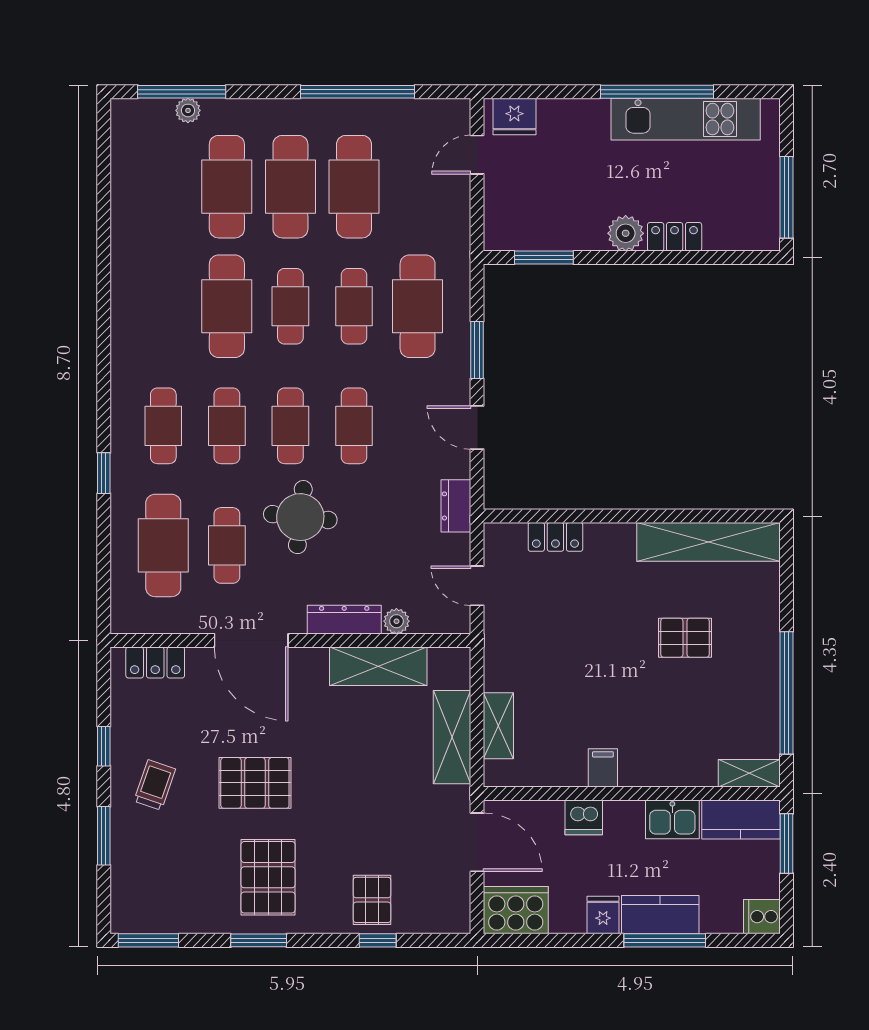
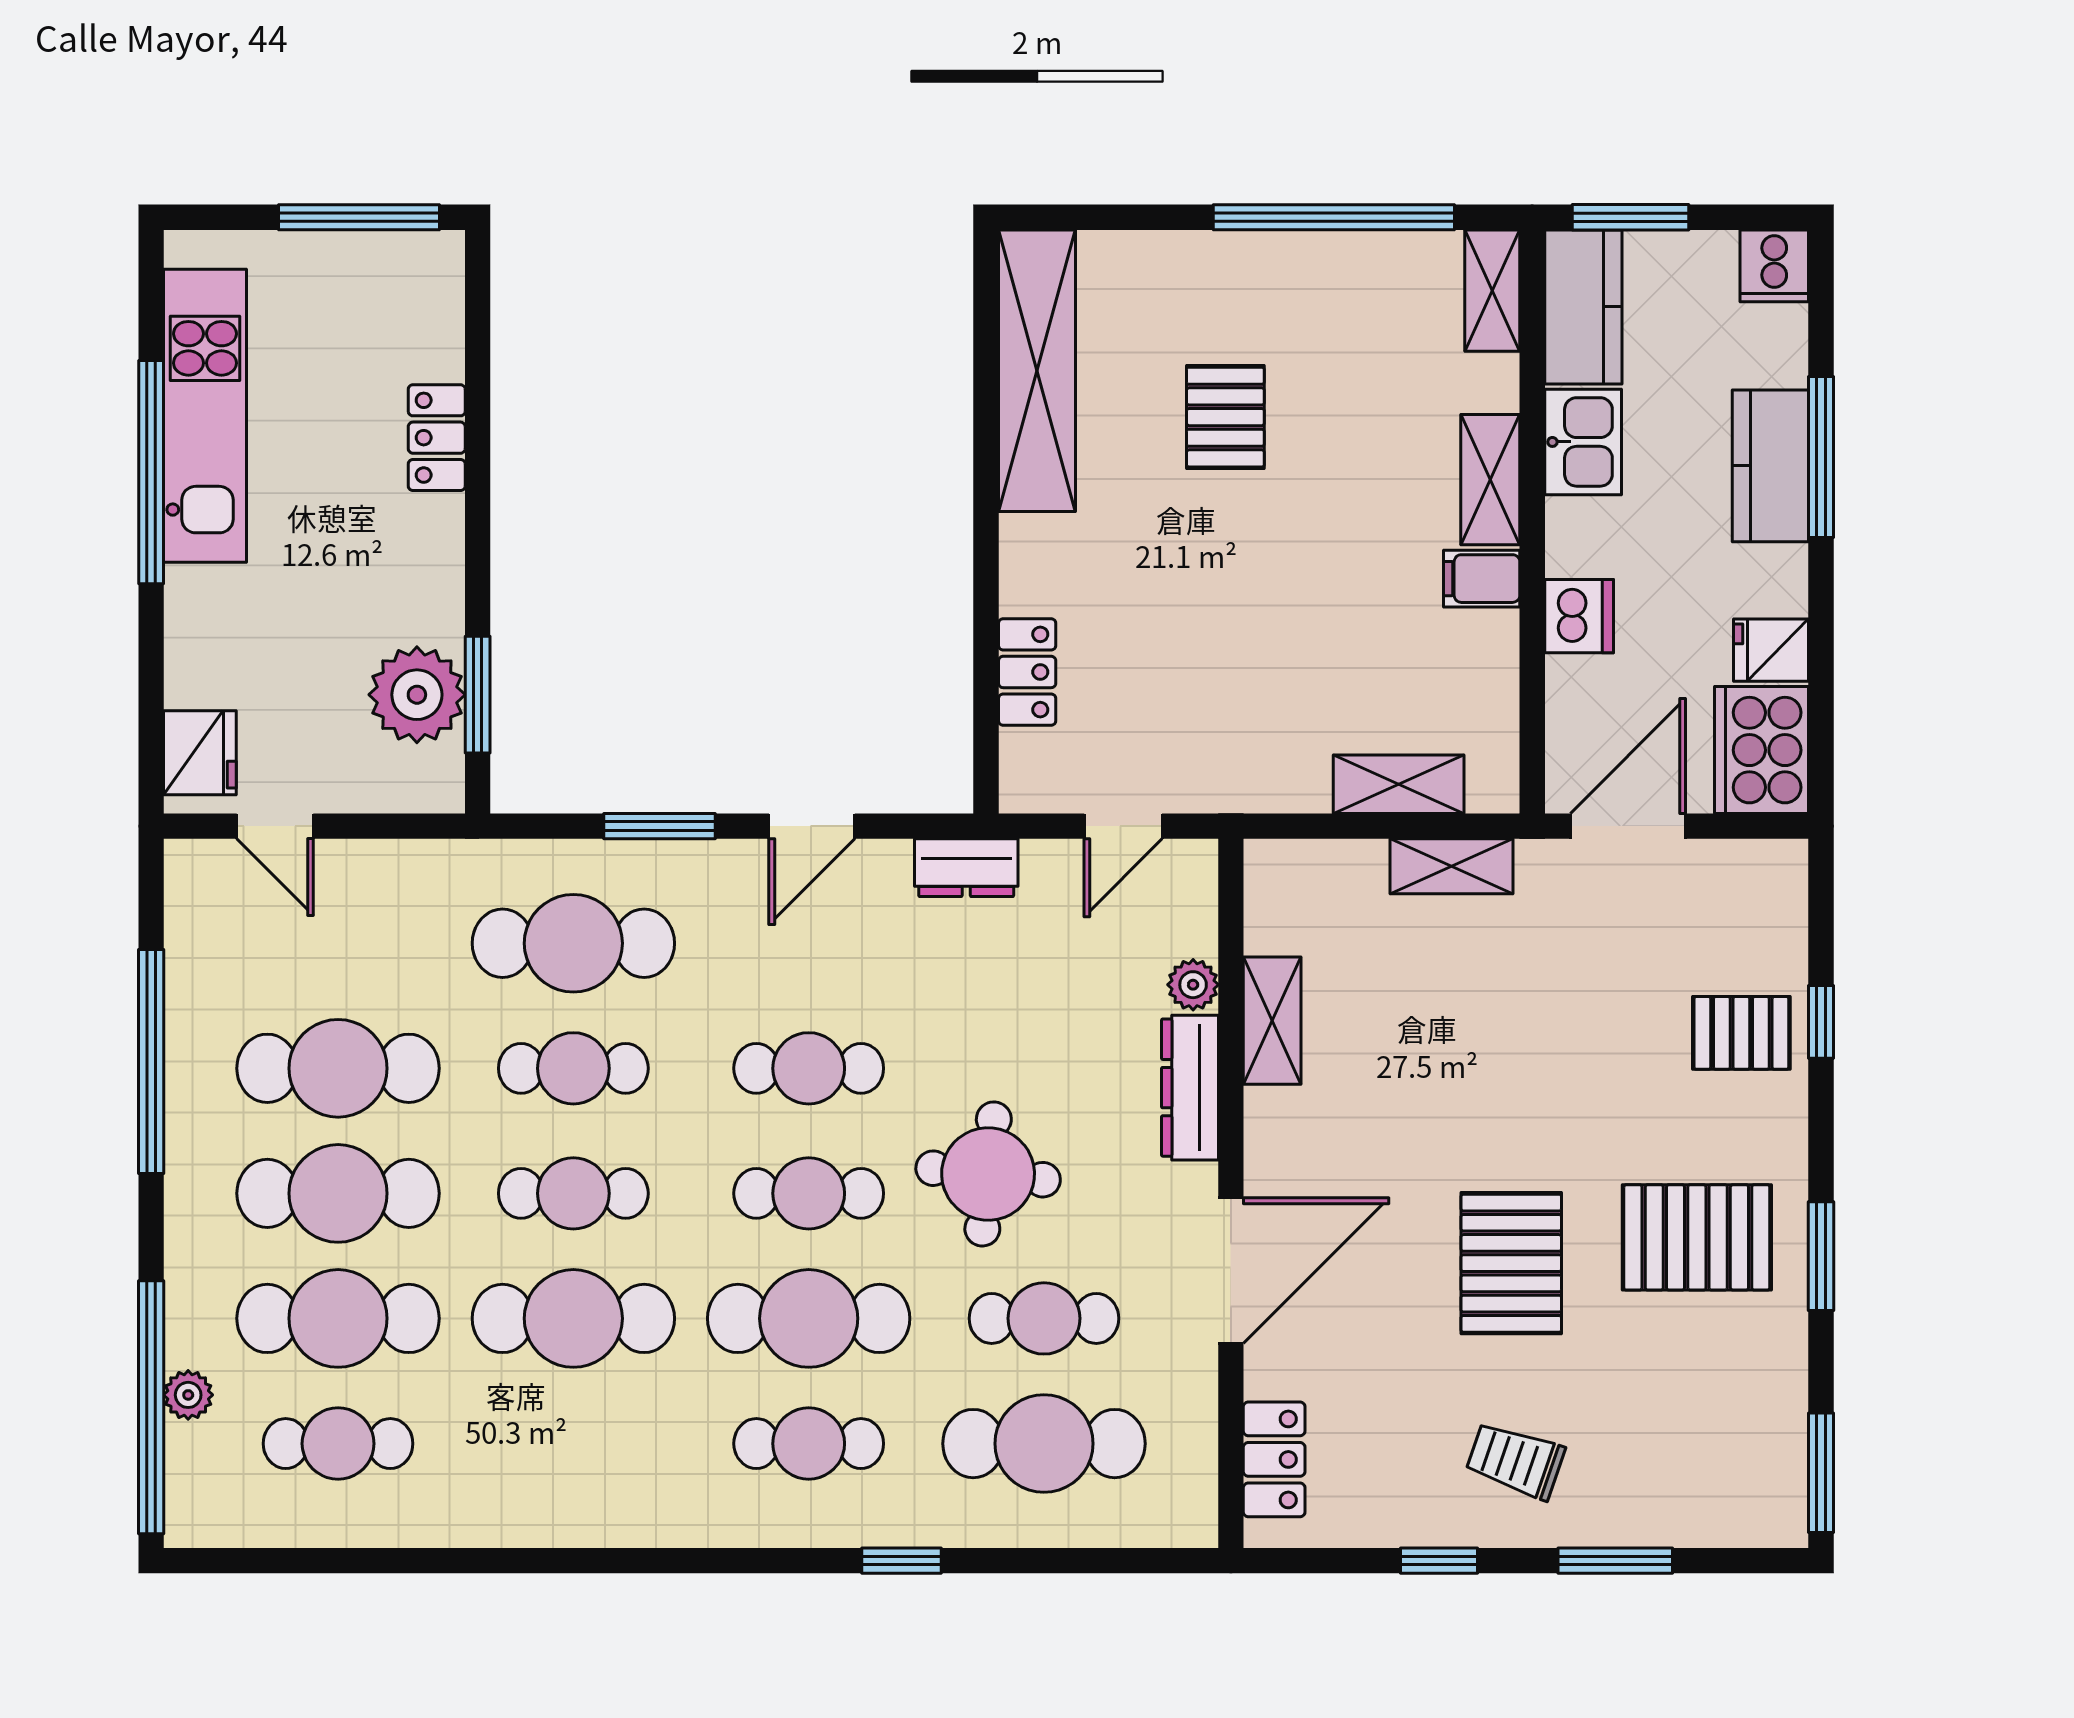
window: (182, 92) -> (151, 1407), width x1.46
cafe table: (163, 187) -> (338, 1444), added
plant: (626, 233) -> (417, 695), moved, width x1.36, depth x1.36
cafe table: (227, 426) -> (809, 1318), width x1.37, depth x1.35
shelving: (378, 666) -> (1272, 1021), width x0.67, depth x0.75
shelving: (452, 737) -> (1452, 866), width x0.67, depth x0.75
shelving: (653, 772) -> (1490, 480), added
fridge: (603, 915) -> (1771, 650), moved

